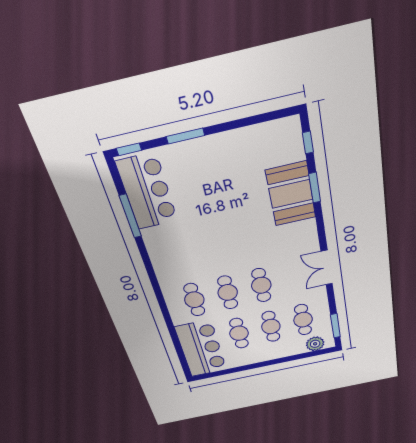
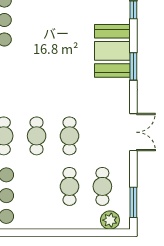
window: (315, 188) -> (133, 66), moved
double door: (327, 268) -> (133, 132), swing flipped
cafe table: (239, 333) -> (37, 186), removed

